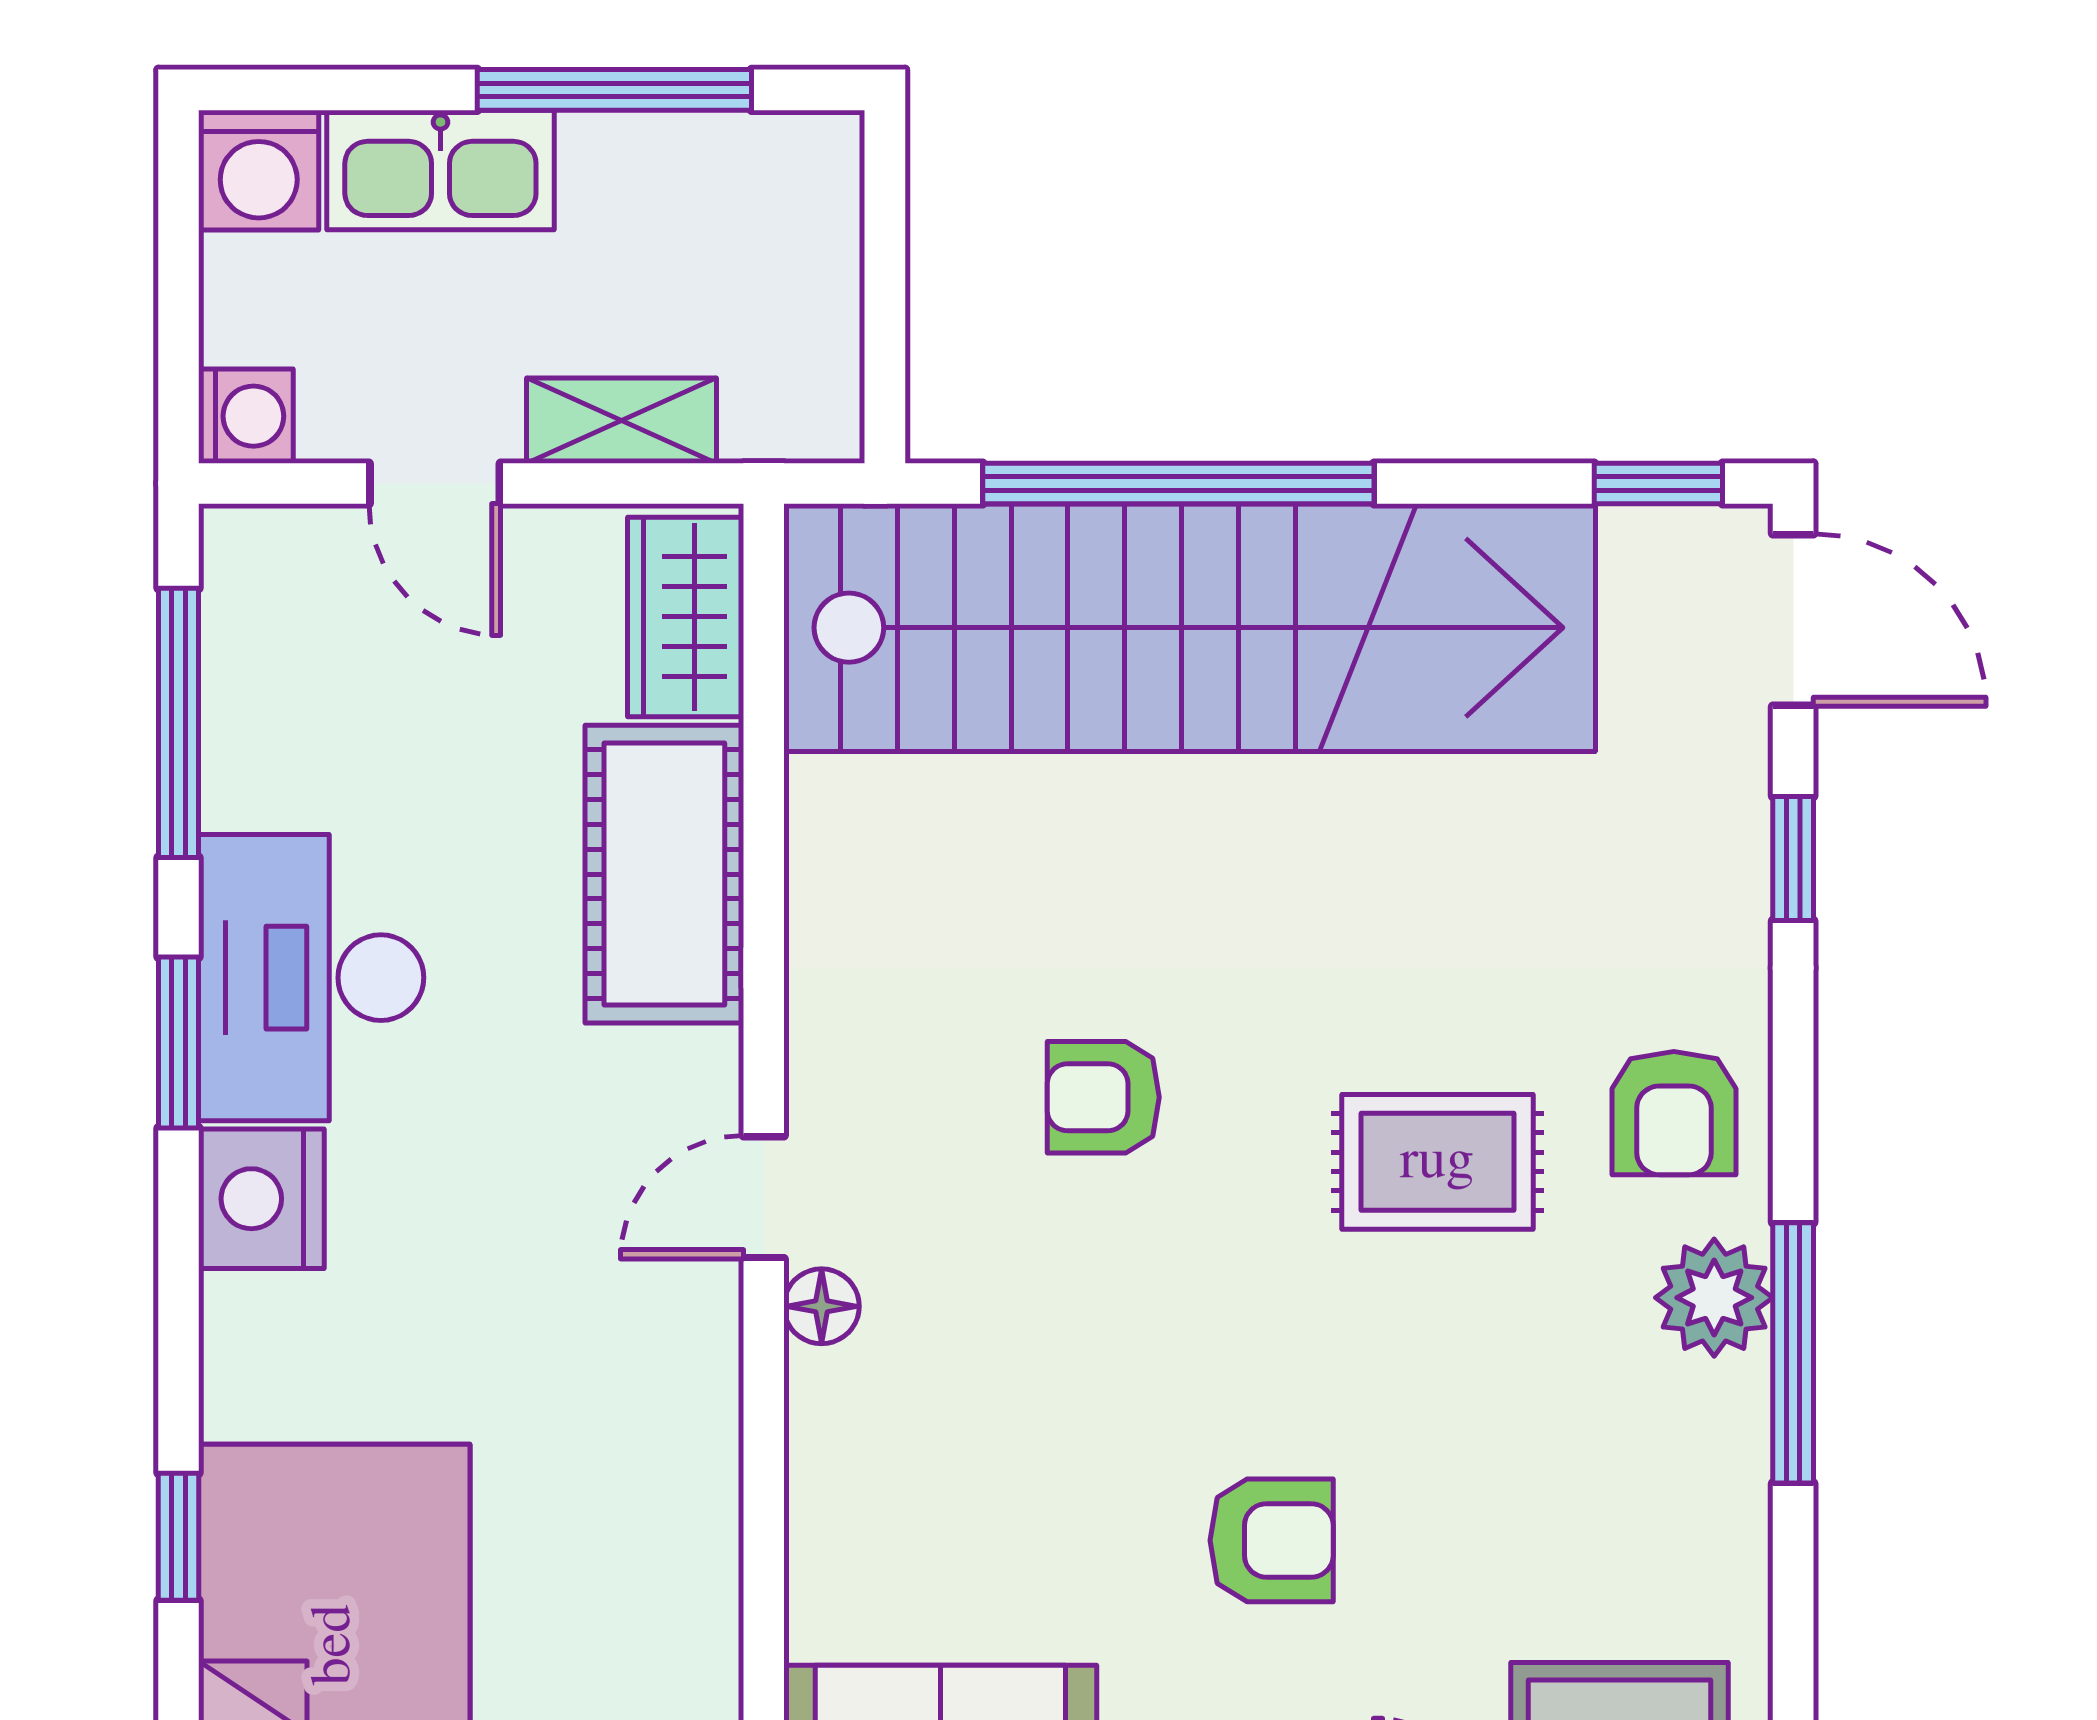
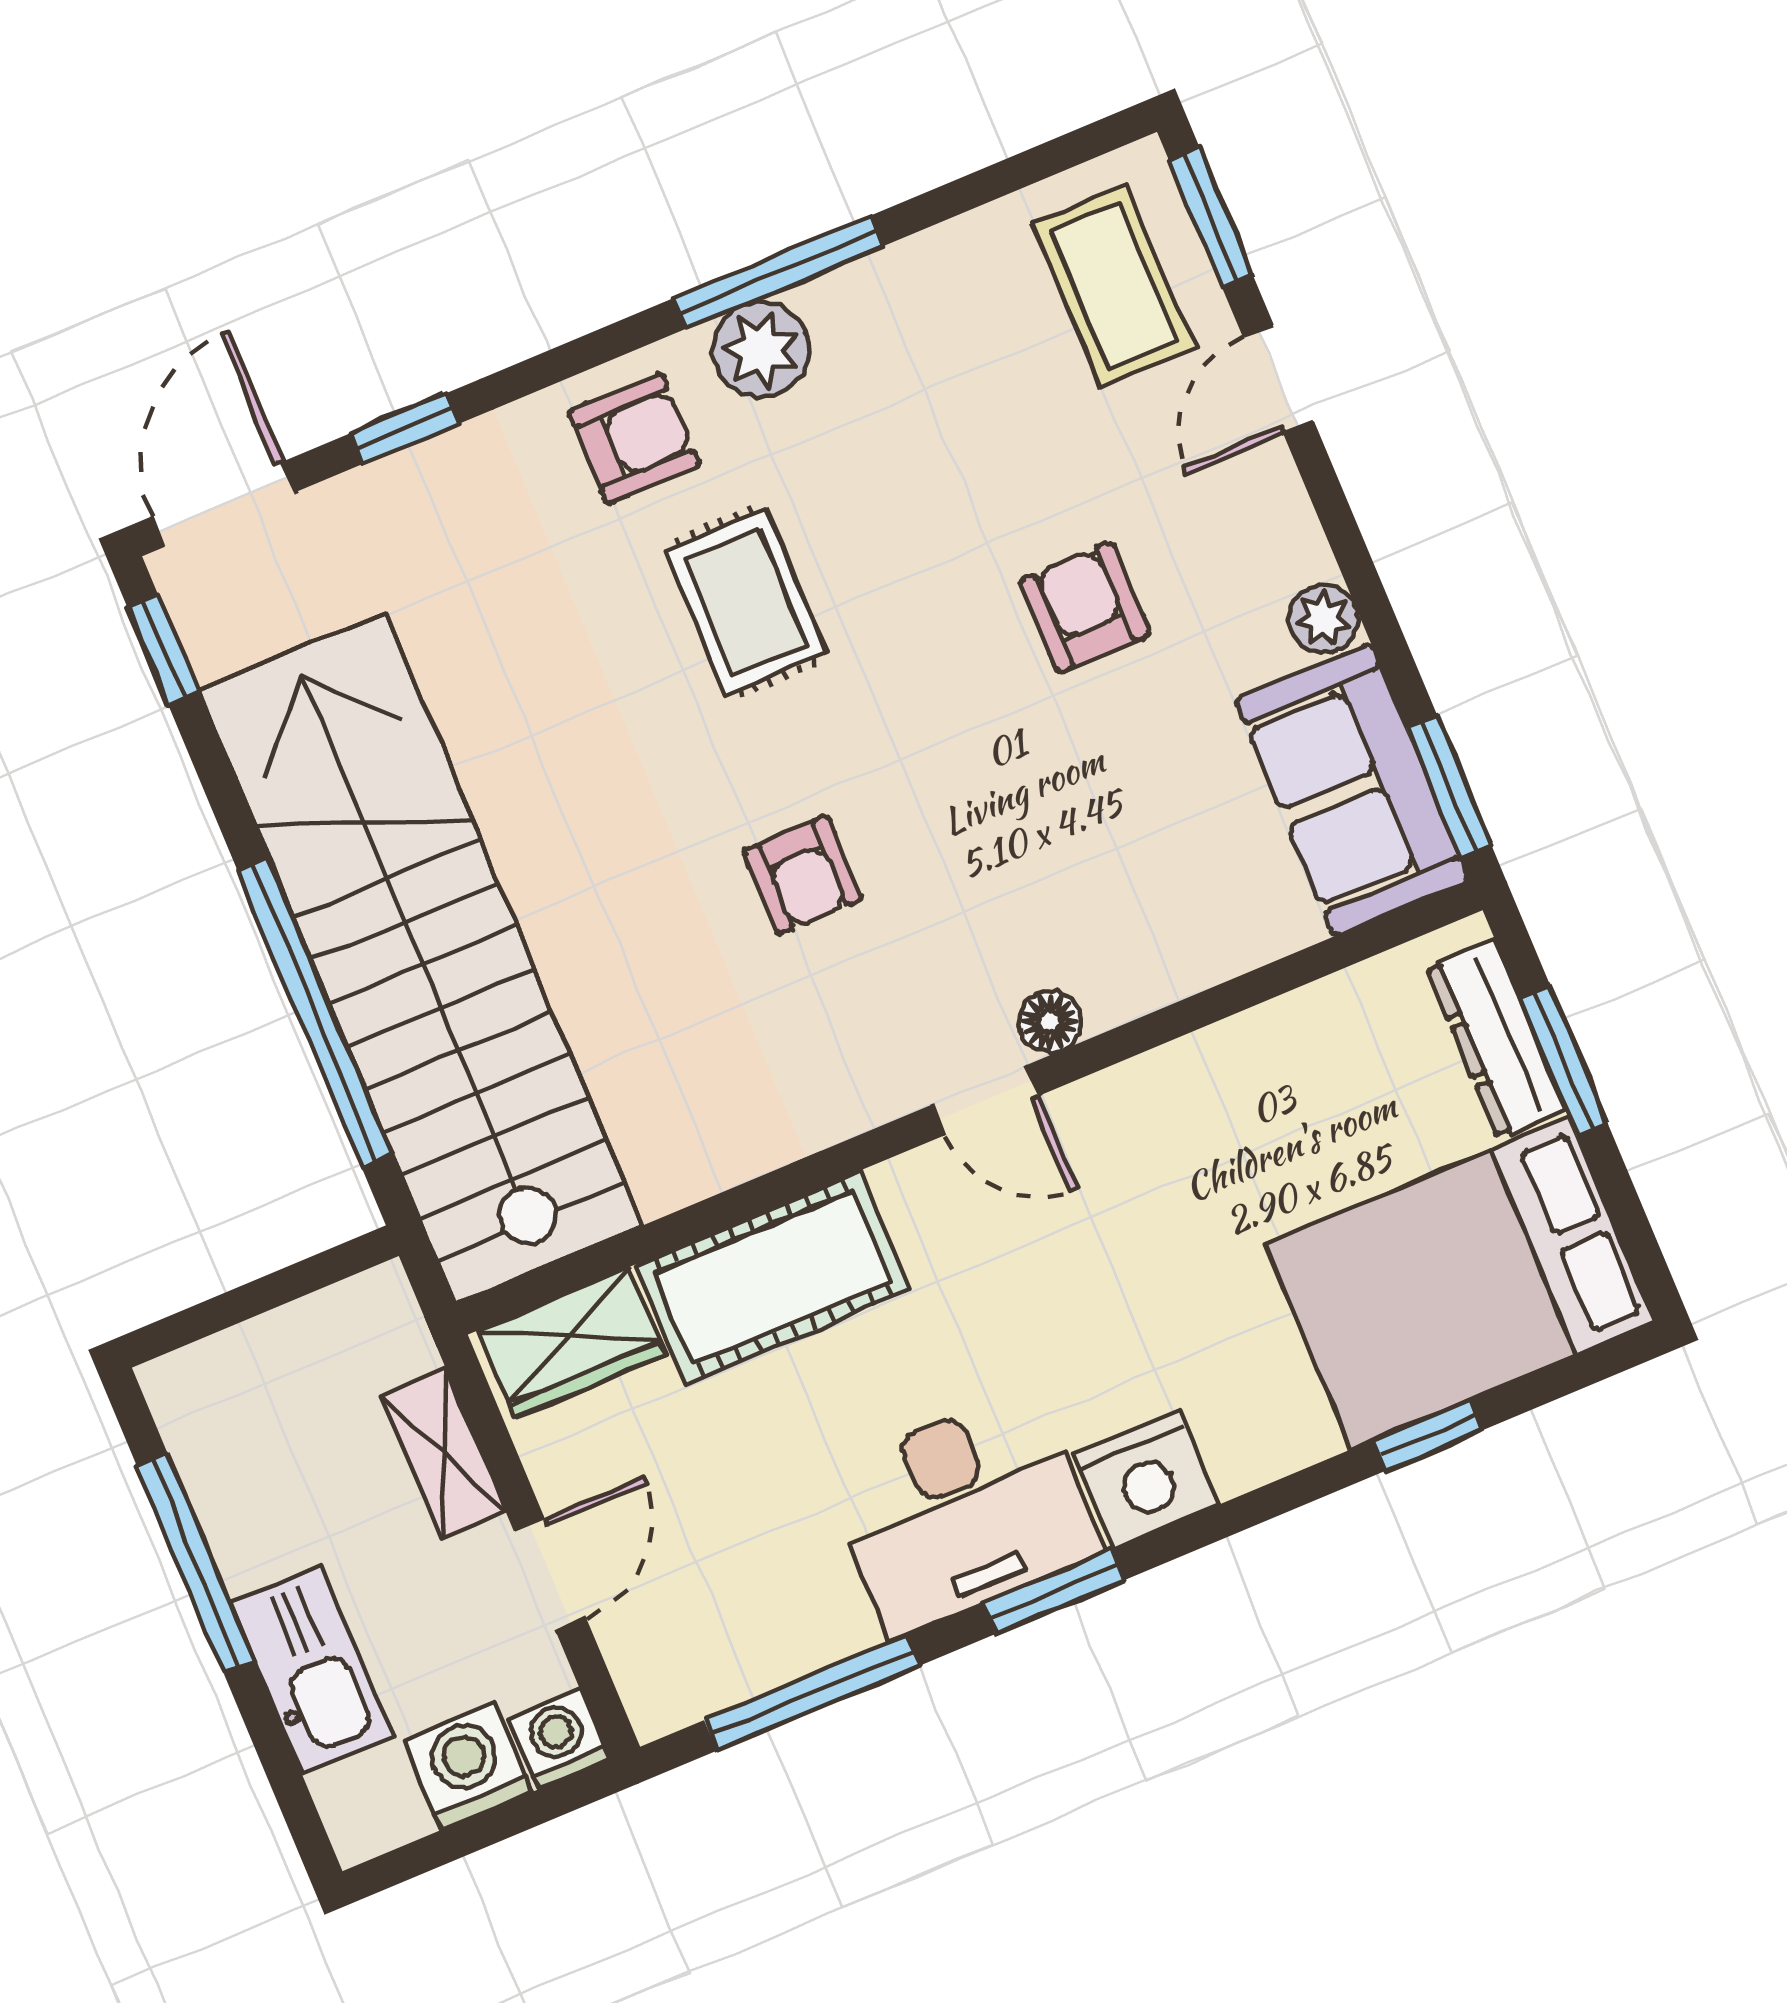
washing machine: (259, 170) -> (468, 1766), moved, turned -90

